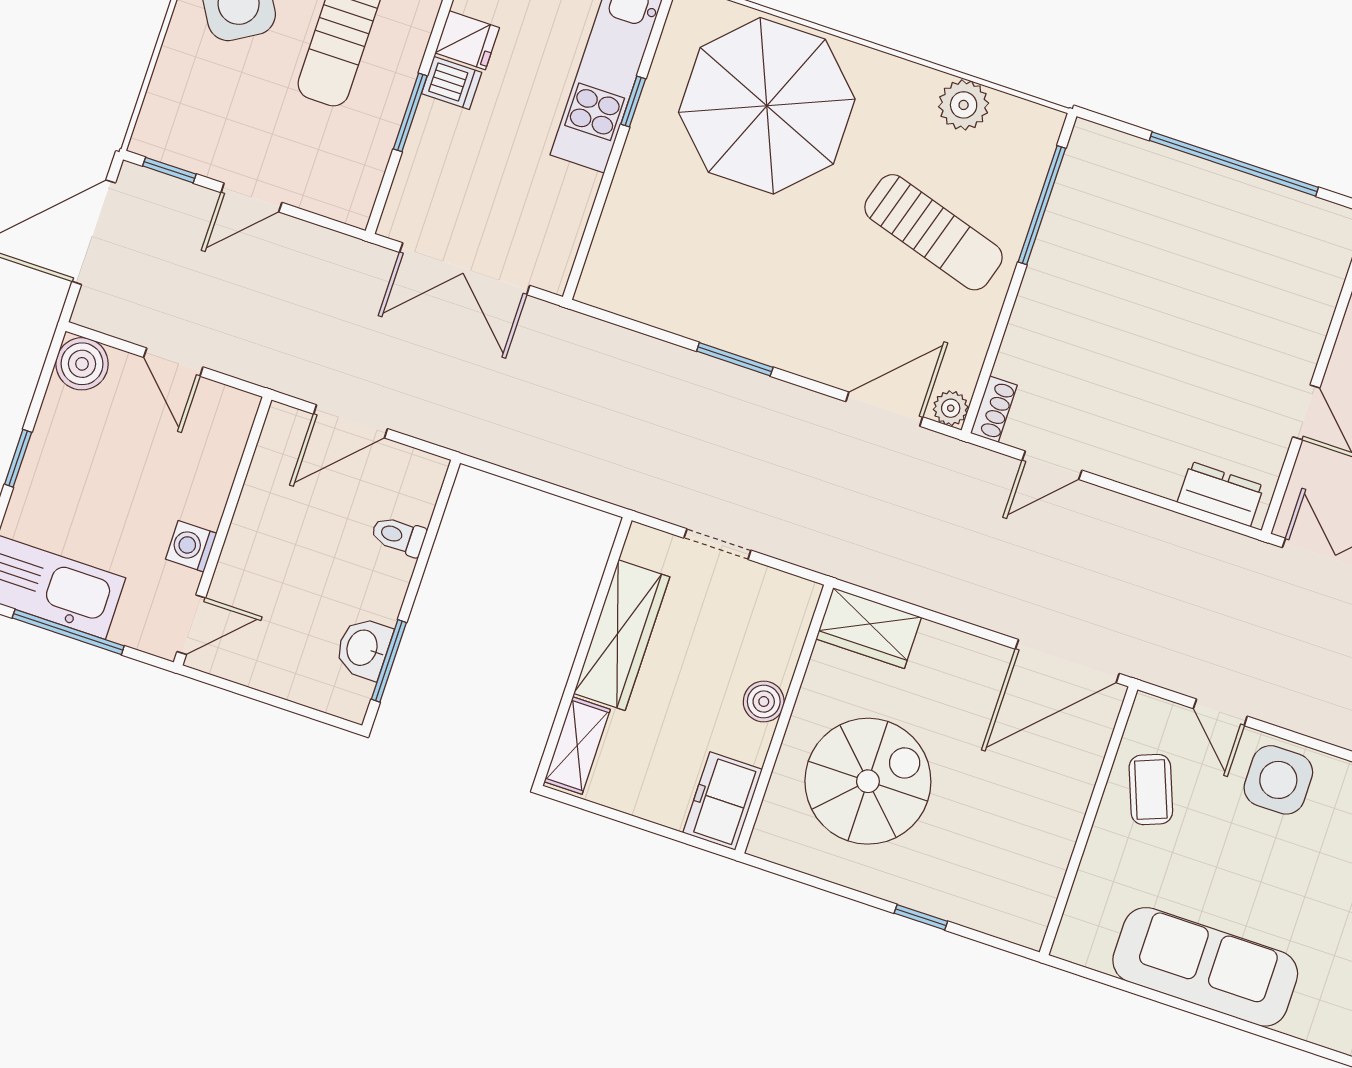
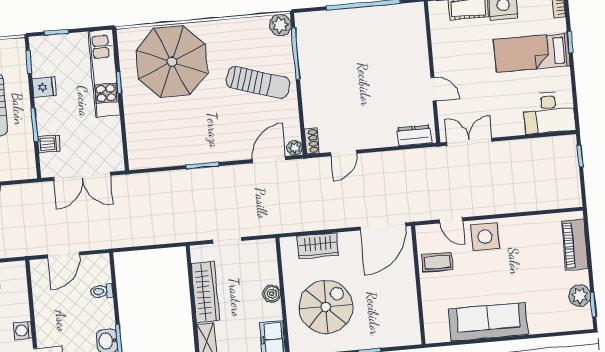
dishwasher: (452, 83) -> (49, 144), moved
plant: (964, 105) -> (280, 25), moved
wardrobe: (869, 628) -> (318, 246), moved
coffee table: (1151, 790) -> (437, 262), turned -69

